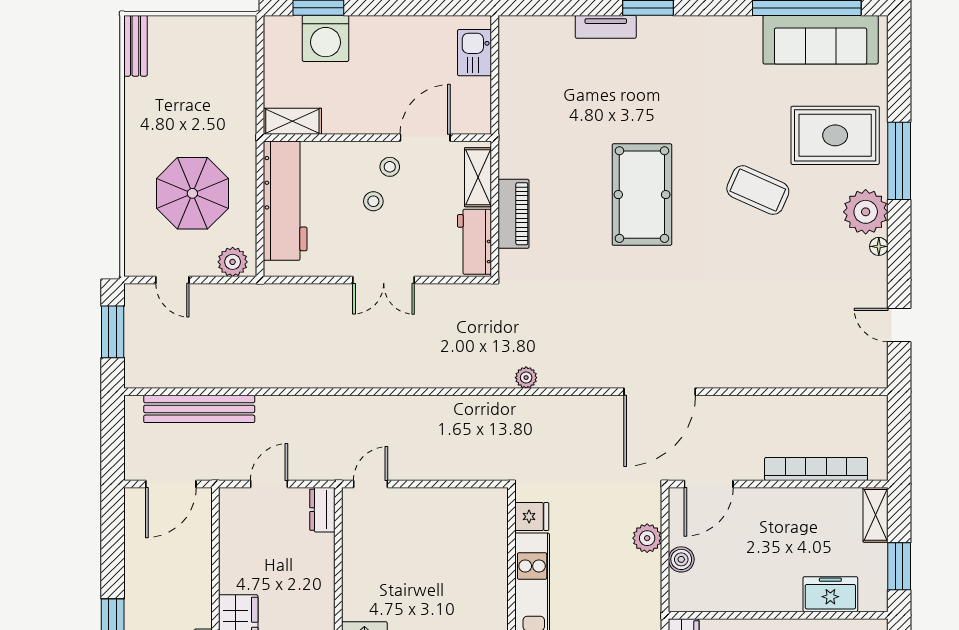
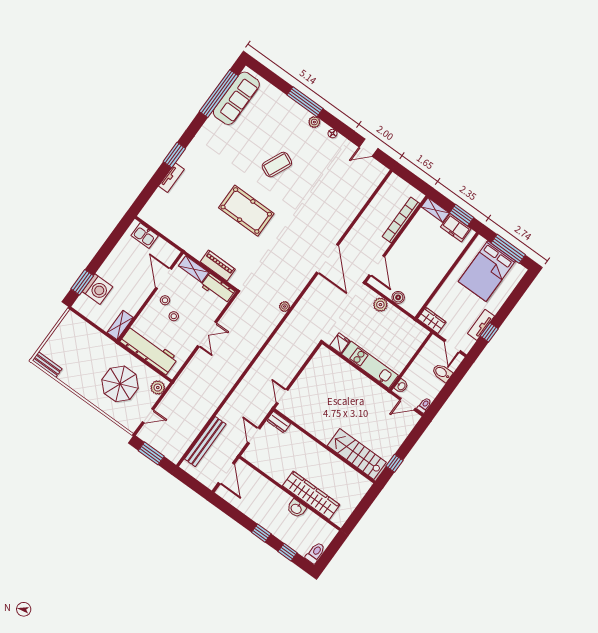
rug: (835, 135) -> (277, 119), removed
plant: (866, 212) -> (314, 122), width x0.53, depth x0.53
freezer: (830, 594) -> (456, 228), moved, turned -90

